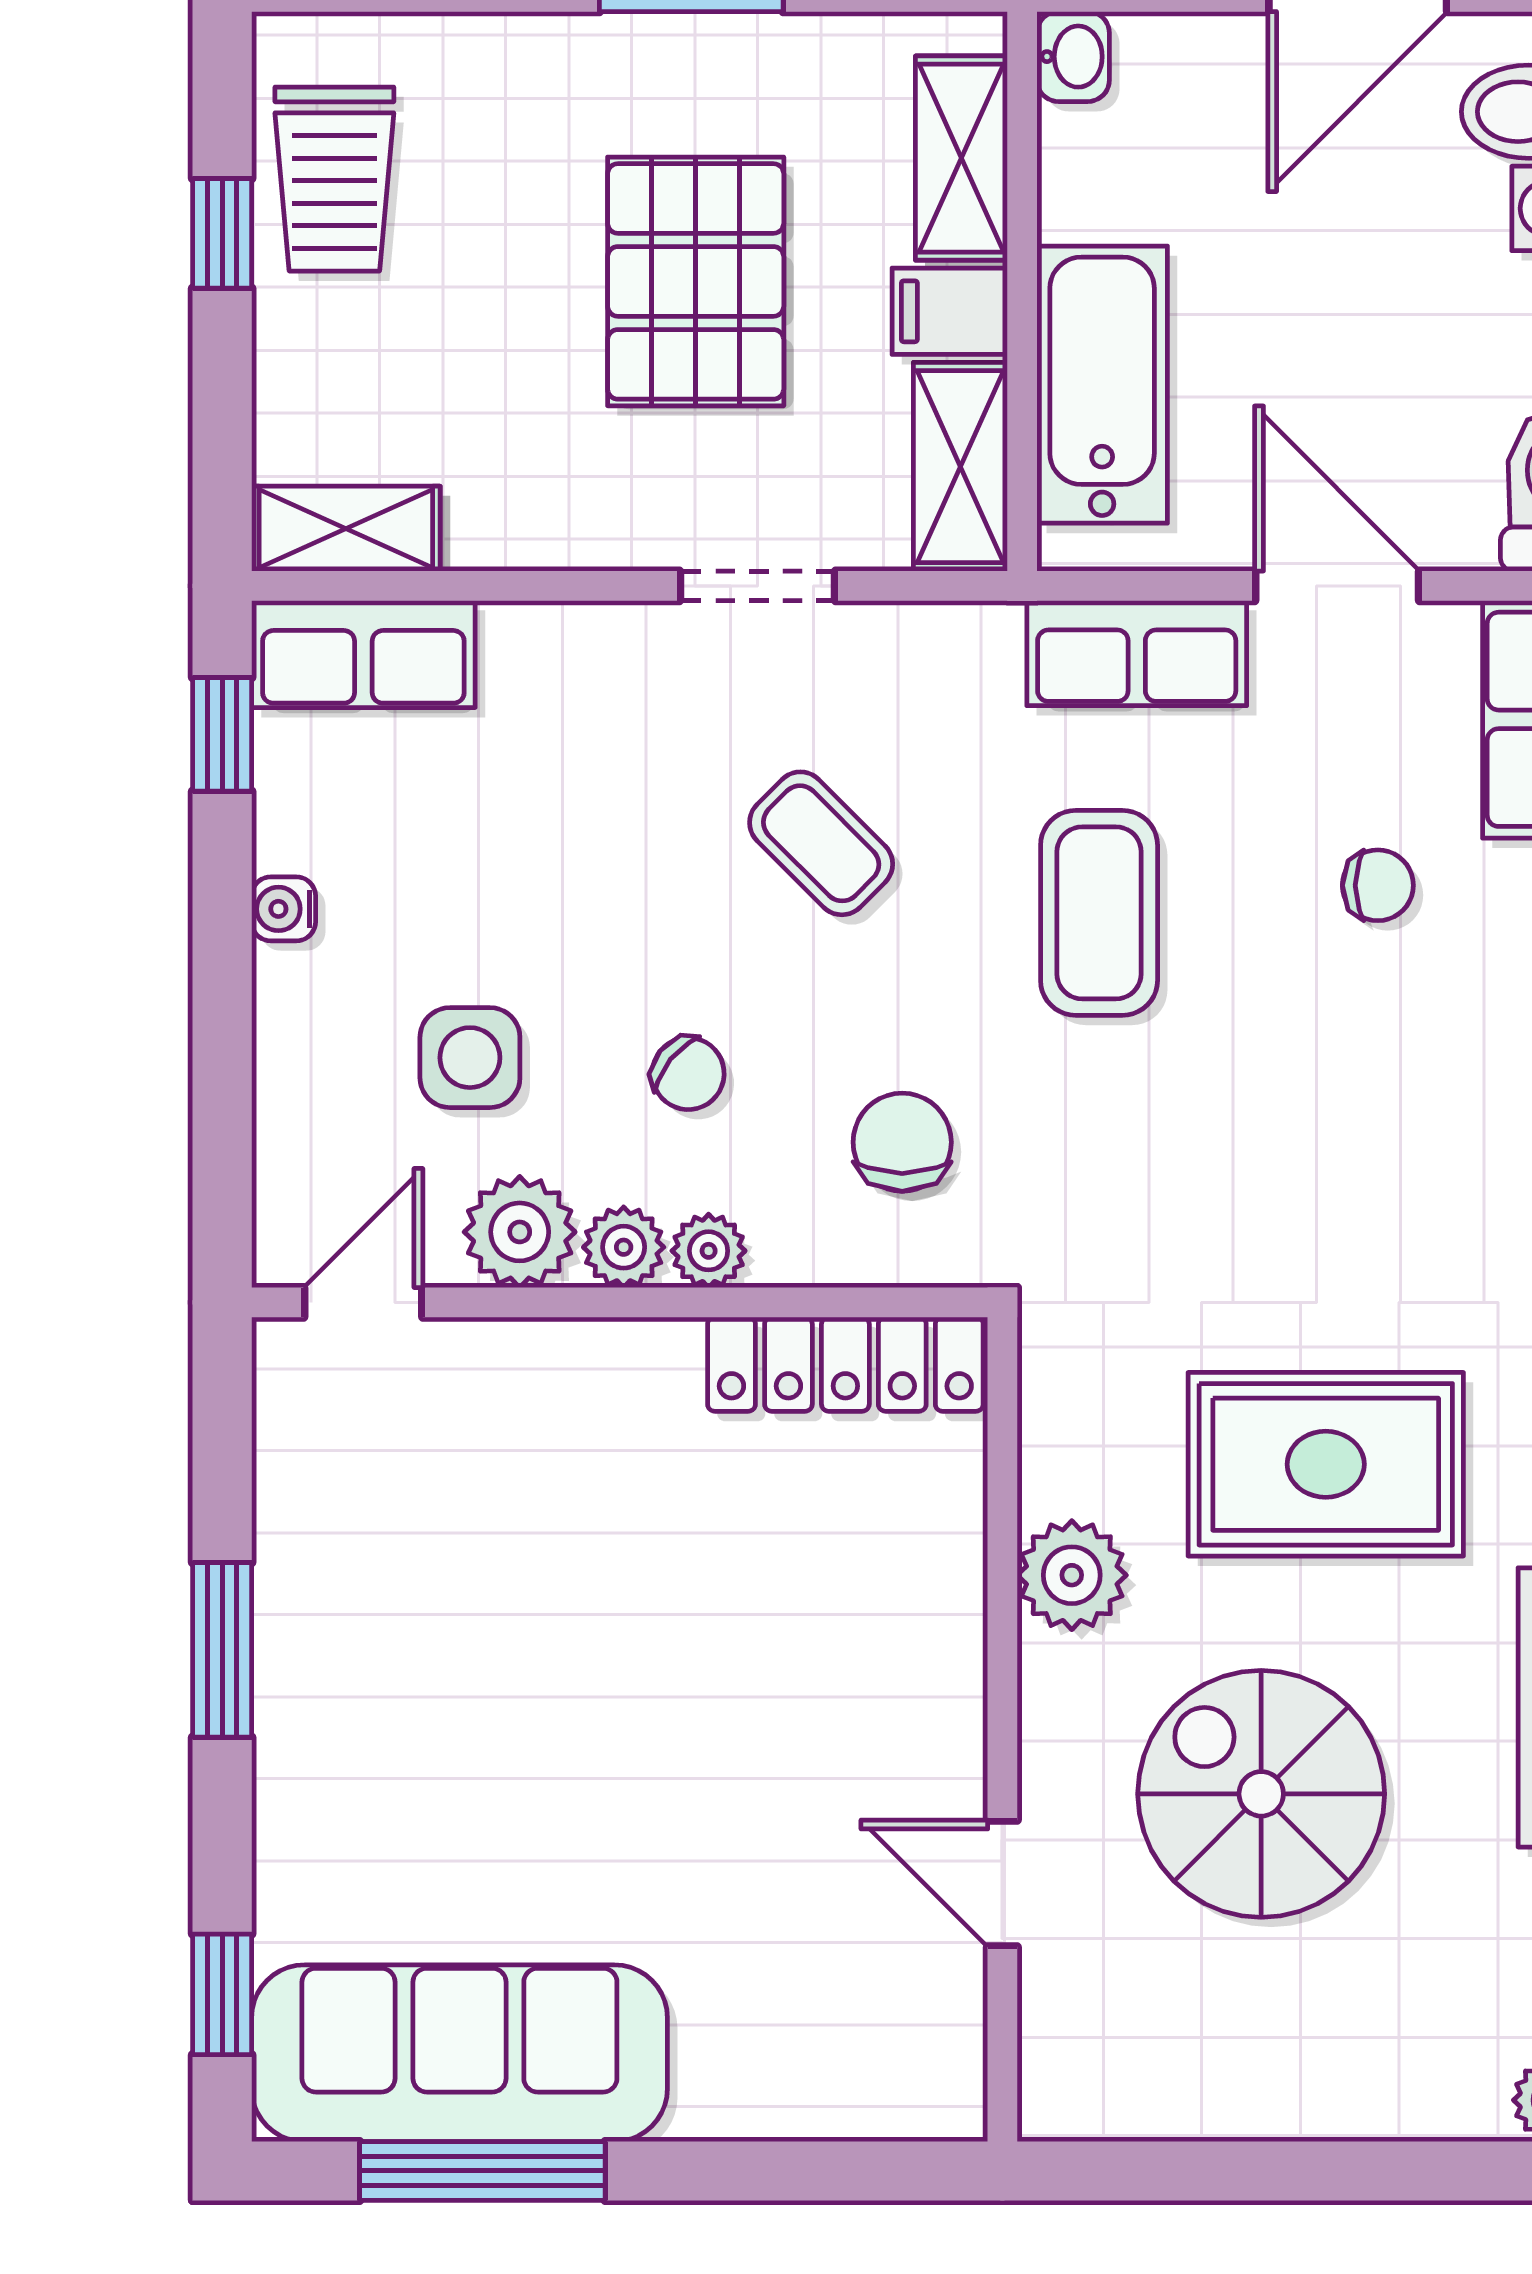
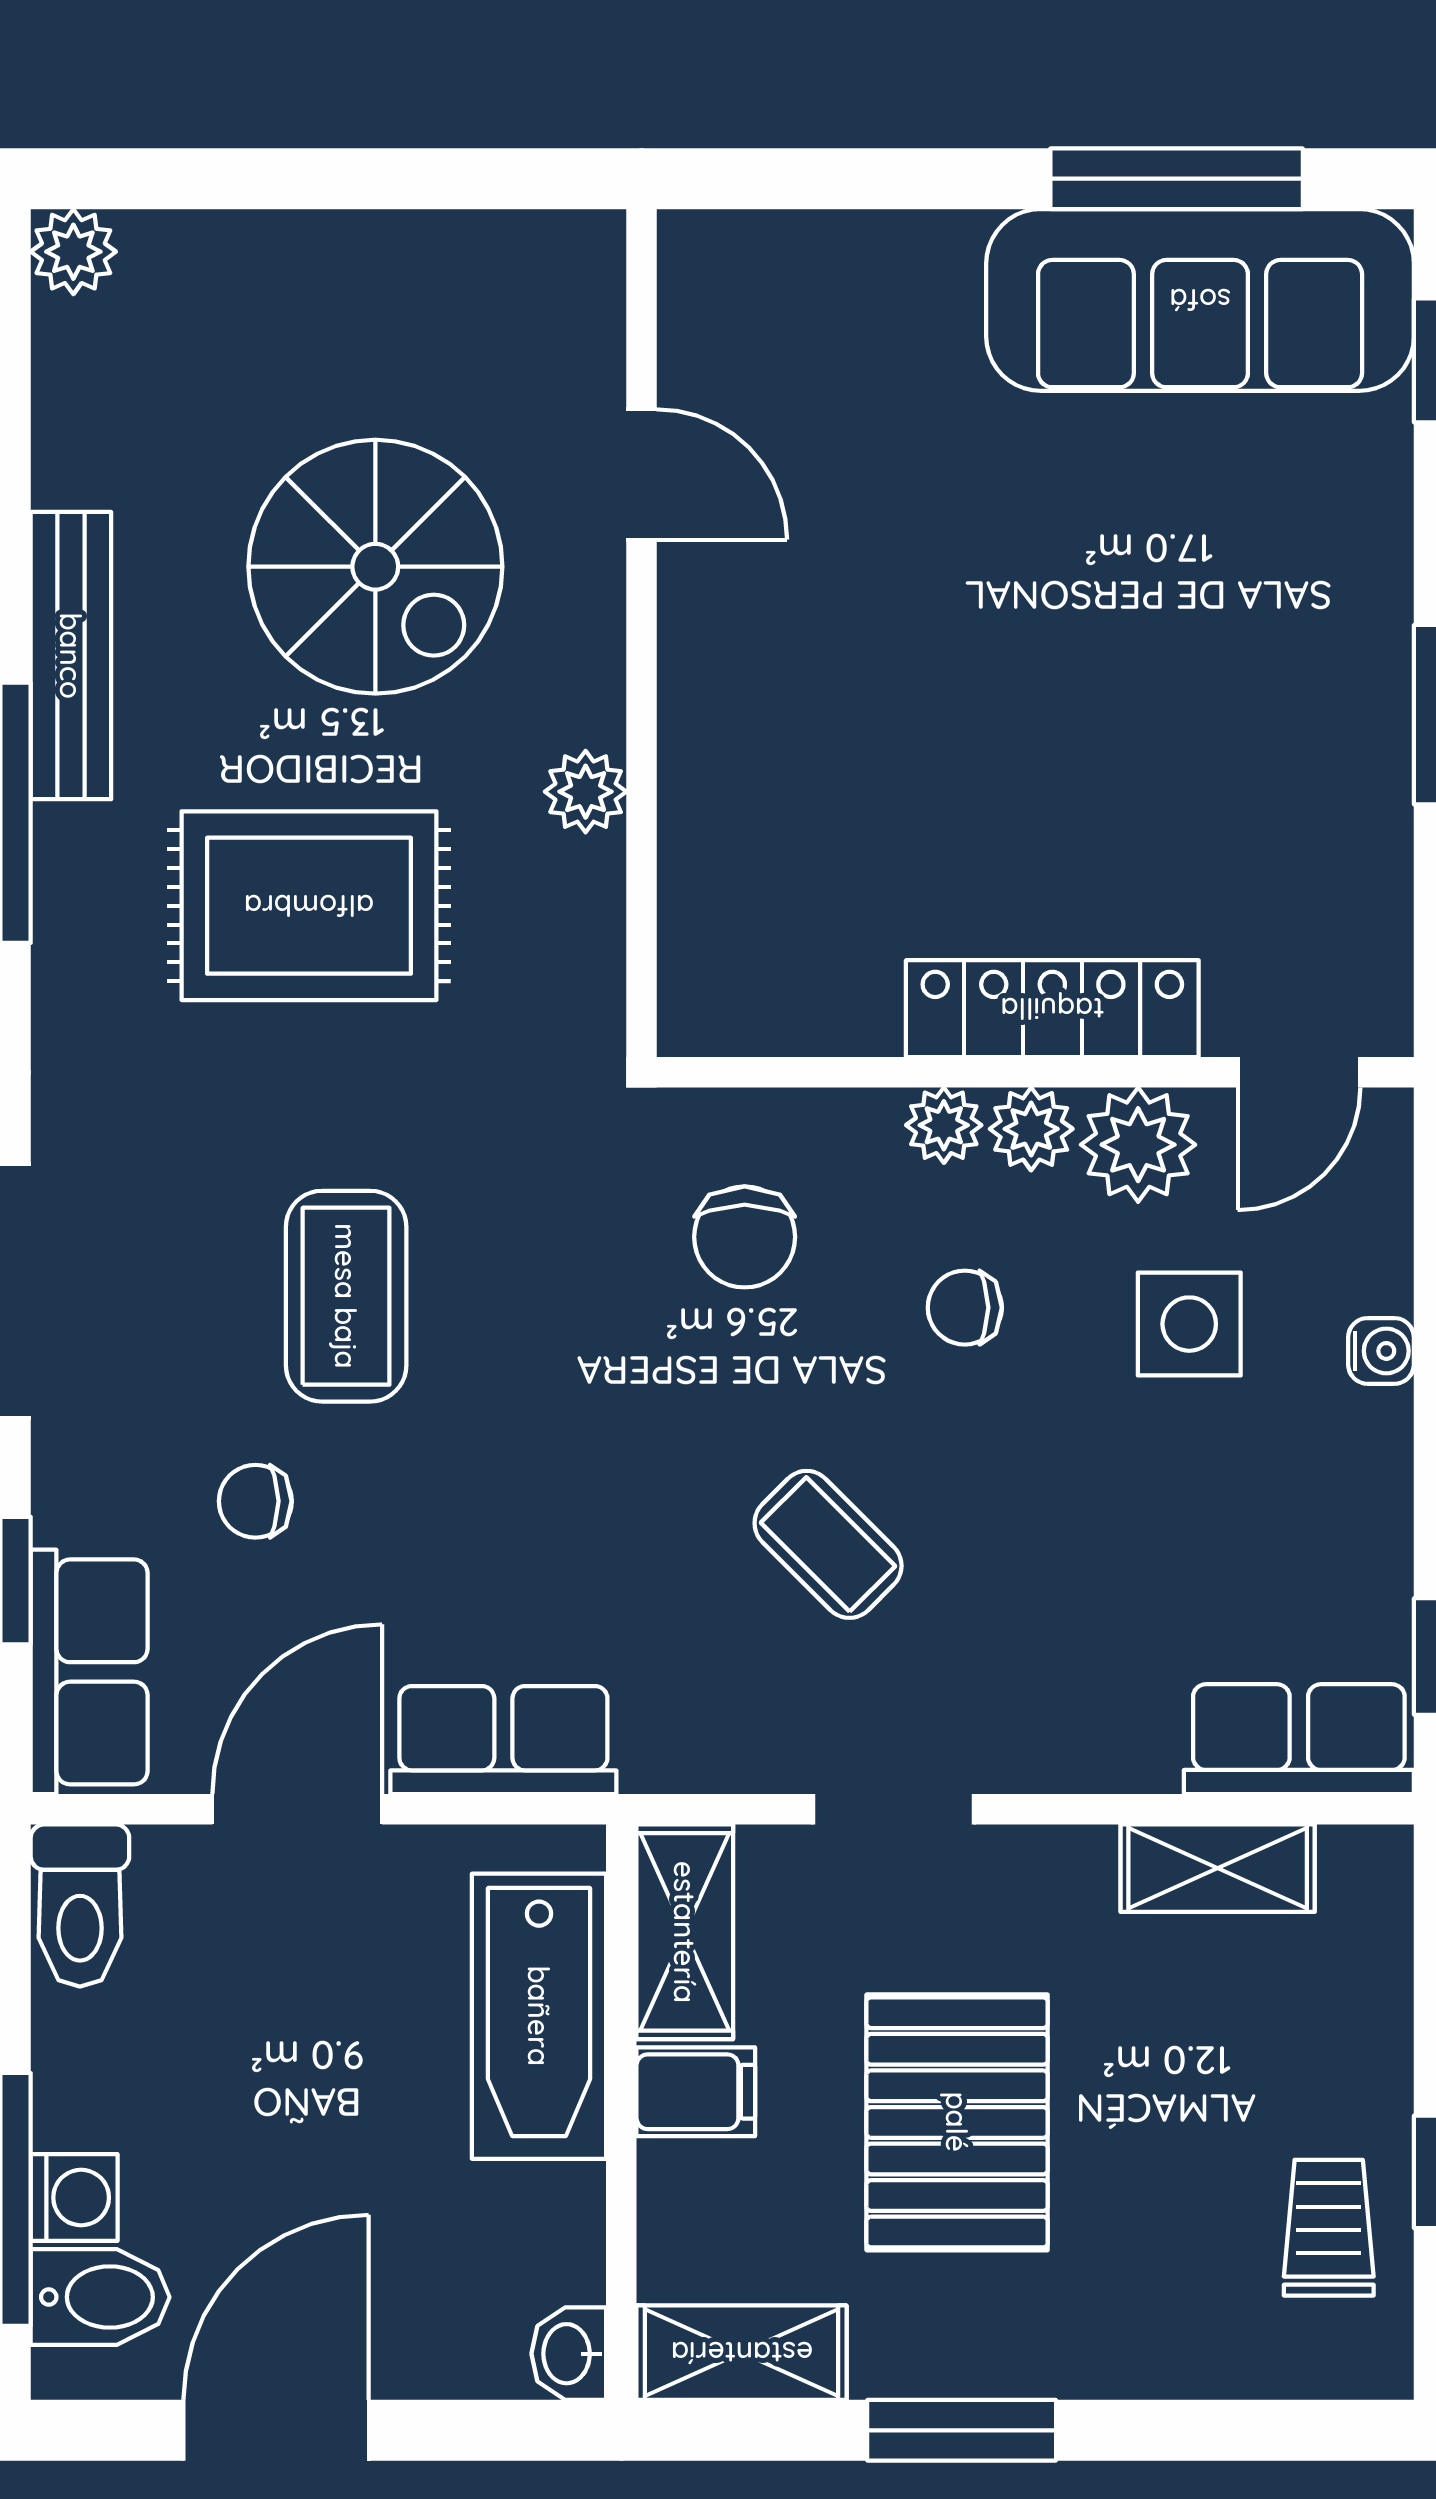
shelving: (961, 158) -> (742, 2353), moved, turned 90
trolley: (334, 179) -> (1329, 2228), width x0.73, depth x0.72
shelving: (346, 529) -> (1218, 1868), moved
door: (1337, 586) -> (297, 1809), swing flipped
water cooler: (284, 909) -> (1381, 1351), moved
coffee table: (1099, 913) -> (346, 1296), moved
chair: (688, 1074) -> (965, 1308), turned -39
locker: (845, 1364) -> (1052, 1009), moved
plant: (1072, 1575) -> (586, 792), width x0.73, depth x0.73

